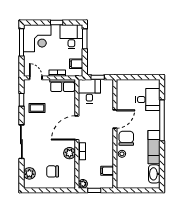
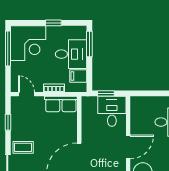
desk: (71, 37) -> (71, 54), moved, turned 90
desk: (89, 91) -> (112, 111), moved
coffee table: (37, 108) -> (23, 147), moved

